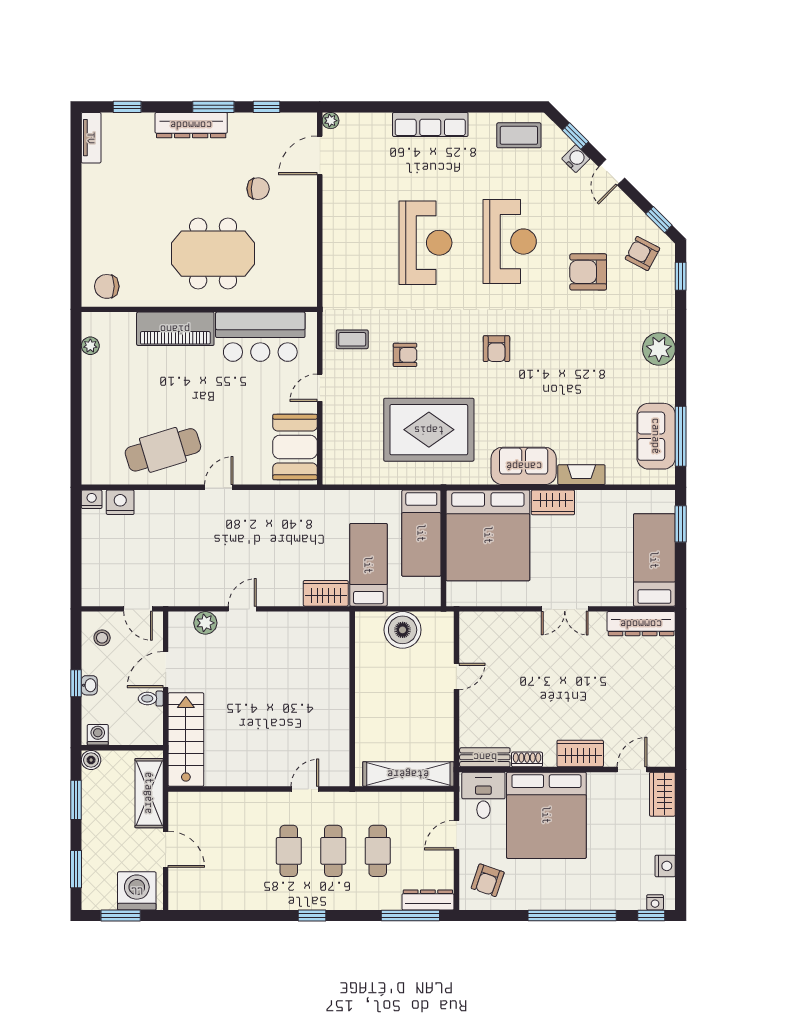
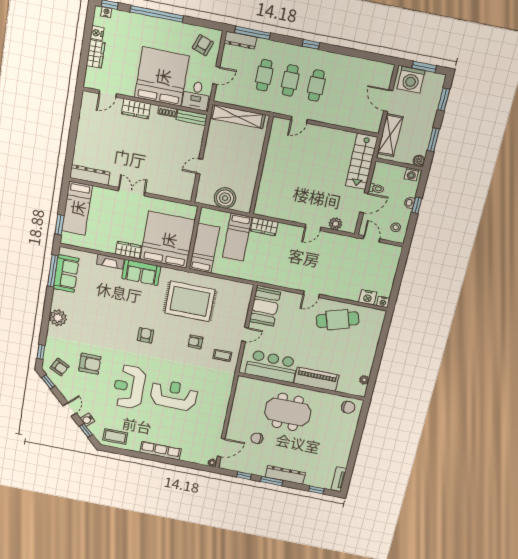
reception desk: (425, 243) -> (174, 395), turned 90
wardrobe: (662, 794) -> (96, 54), moved

